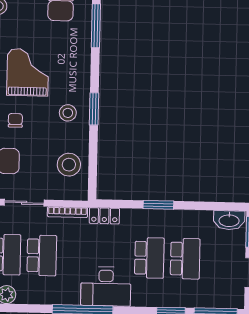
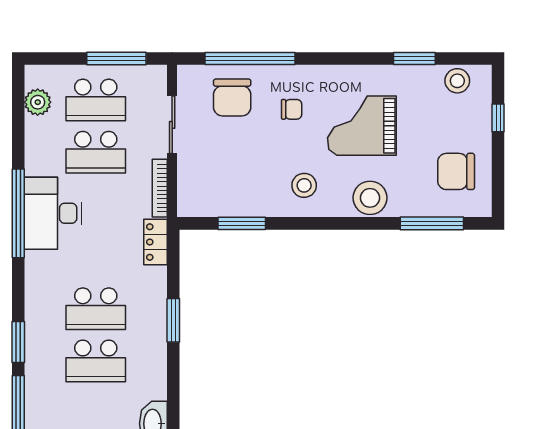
grand piano: (28, 72) -> (362, 126), turned 180
window: (94, 109) -> (242, 223), moved
stool: (69, 165) -> (370, 198), moved
desk: (106, 286) -> (53, 213), moved

